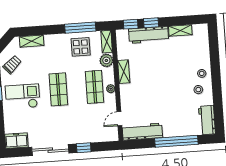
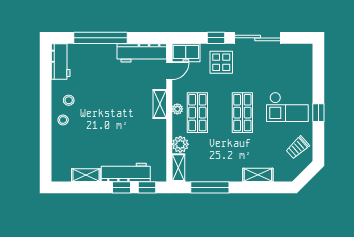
shelving: (32, 41) -> (258, 175), moved
display table: (81, 47) -> (221, 62), moved
shelving: (124, 72) -> (160, 104), moved
freezer: (16, 141) -> (186, 53), moved

